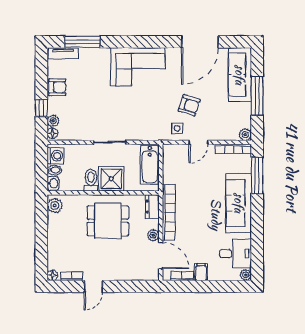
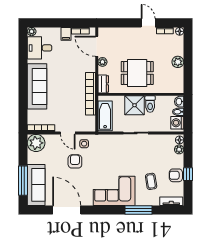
window: (82, 42) -> (138, 210), moved
door: (200, 42) -> (67, 210), hinge flipped
coffee table: (90, 79) -> (151, 181), added
window: (257, 96) -> (23, 181), moved
armchair: (189, 105) -> (75, 161), turned 72
window: (41, 108) -> (188, 174), moved
plant: (245, 135) -> (36, 143), width x1.87, depth x1.87
door: (198, 142) -> (68, 133), swing flipped
window: (257, 175) -> (23, 108), removed
plant: (55, 206) -> (178, 62), moved
bookcase: (169, 213) -> (90, 94), moved
door: (93, 286) -> (148, 23), hinge flipped

